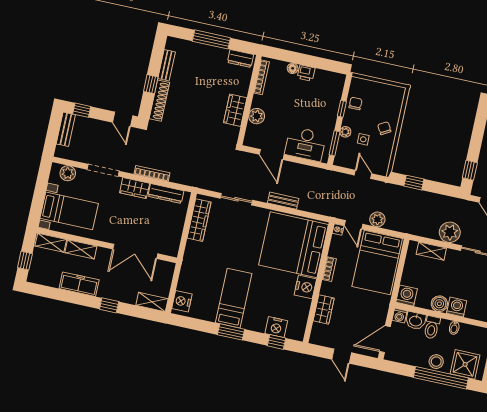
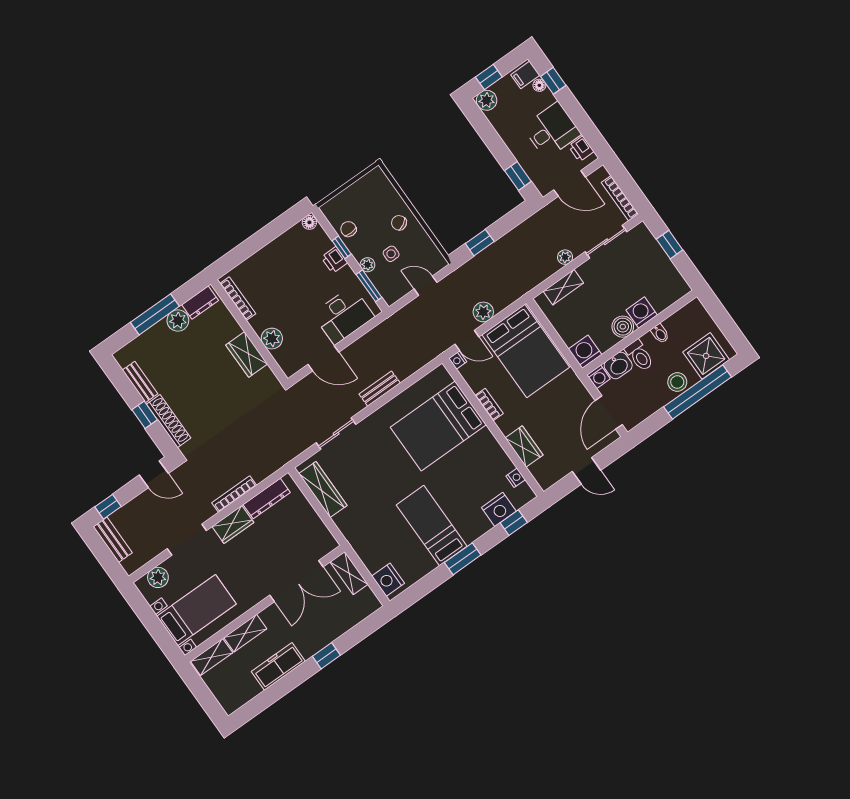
plant: (219, 55) -> (178, 320), added
floor lamp: (293, 68) -> (309, 222), moved
printer: (306, 73) -> (334, 260), moved, turned 90
plant: (450, 232) -> (565, 257), width x0.53, depth x0.53
bed: (294, 245) -> (438, 426), width x0.73
window: (25, 261) -> (206, 699), removed
nightstand: (305, 287) -> (516, 478), moved, width x0.53, depth x0.56
shelving: (152, 302) -> (349, 573), moved, turned 90

